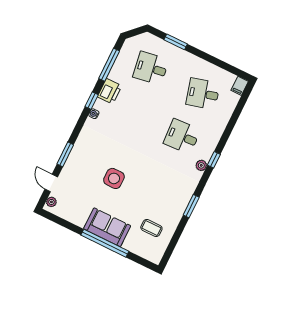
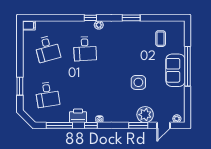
plant: (74, 168) -> (145, 115), added

